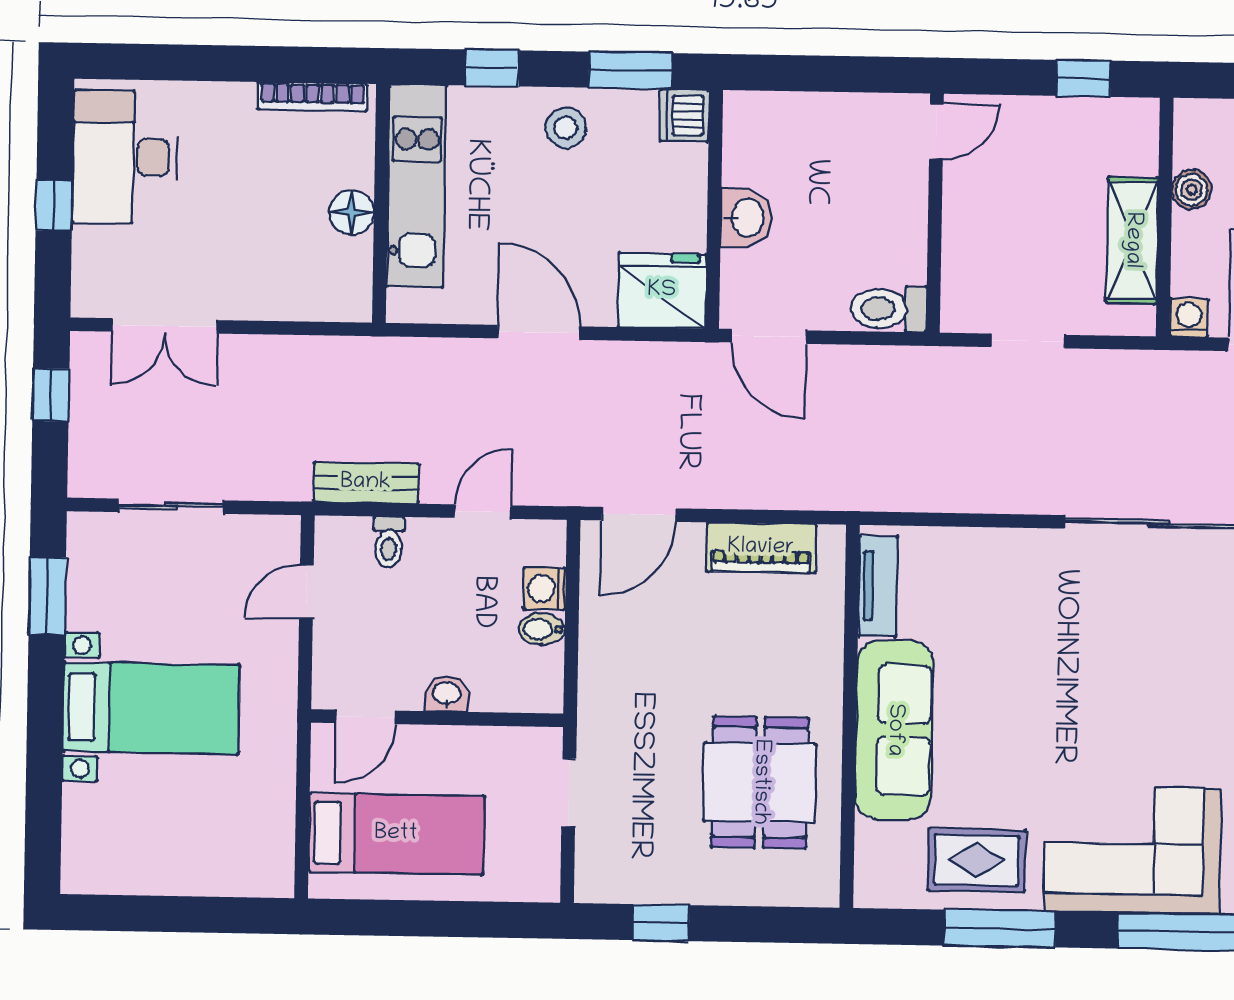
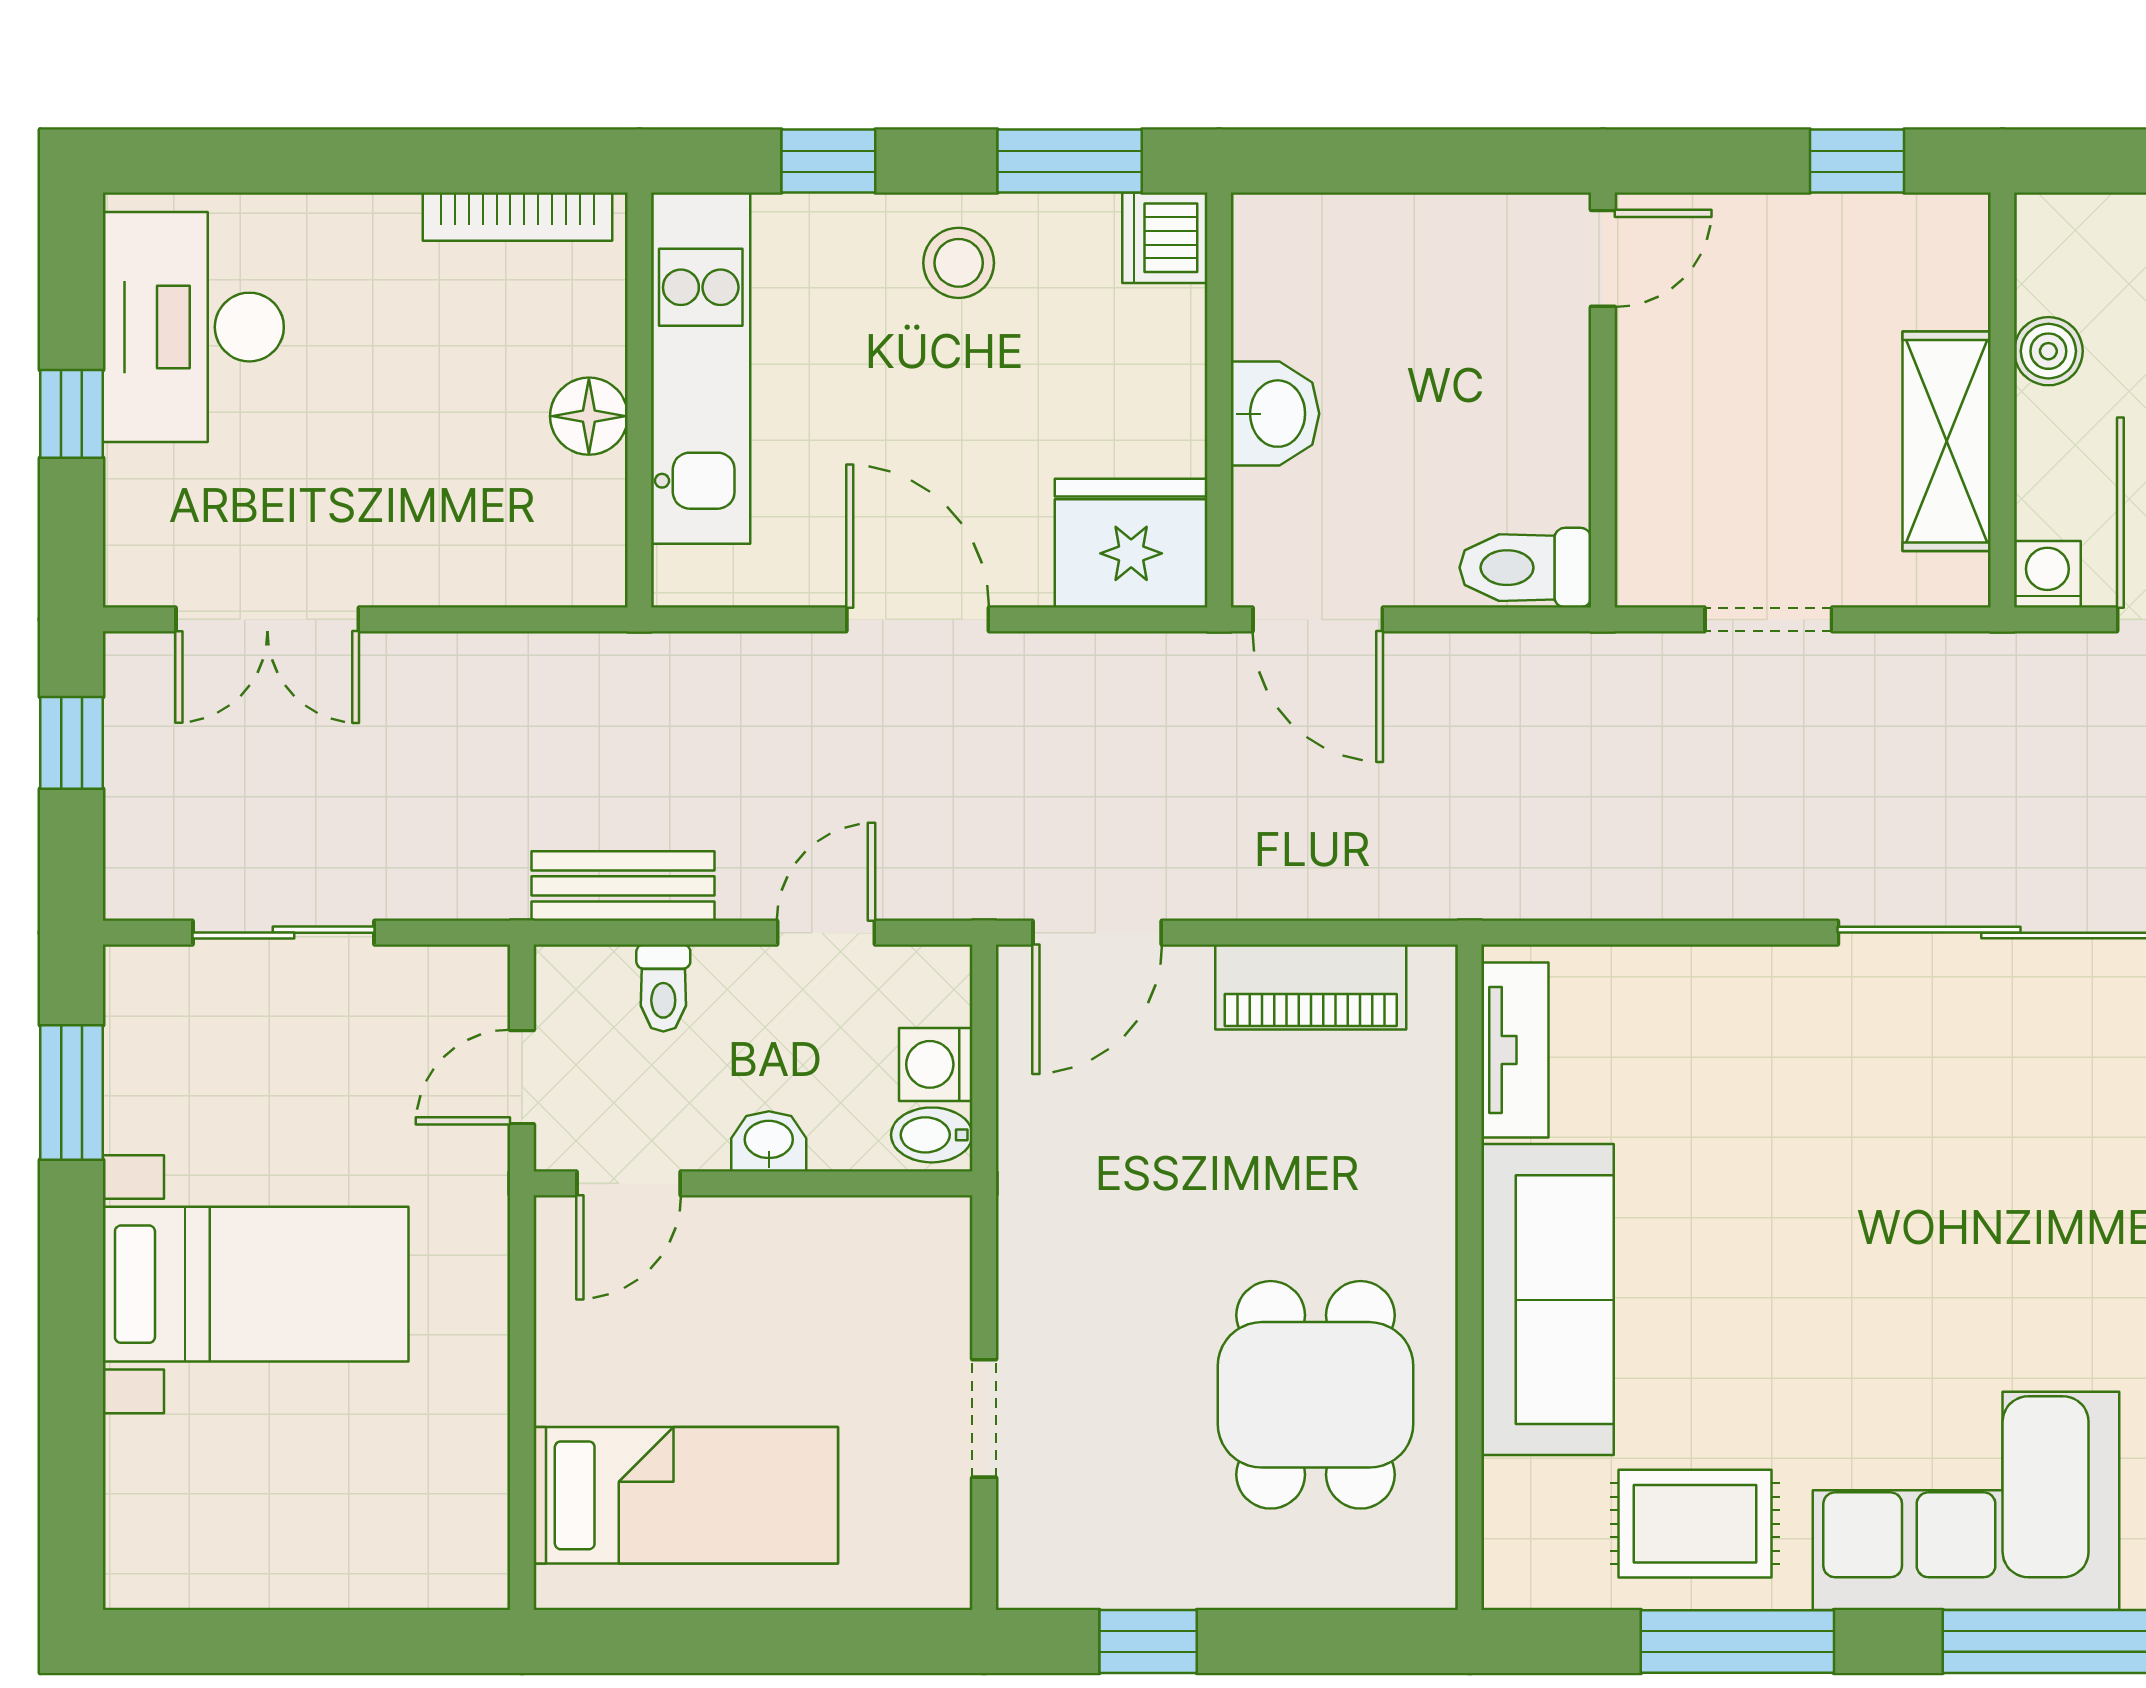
washbasin: (447, 694) -> (769, 1141), moved
door: (366, 717) -> (629, 1183), moved
wall: (437, 718) -> (753, 1183), moved

